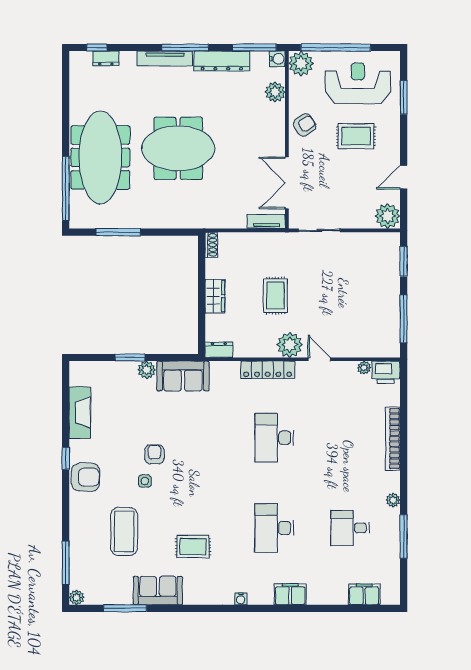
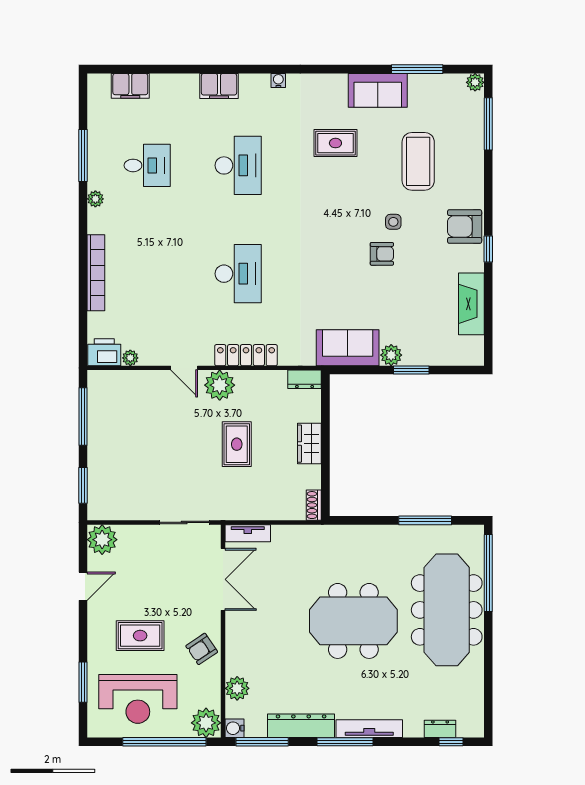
armchair: (154, 454) -> (382, 254), turned -90

